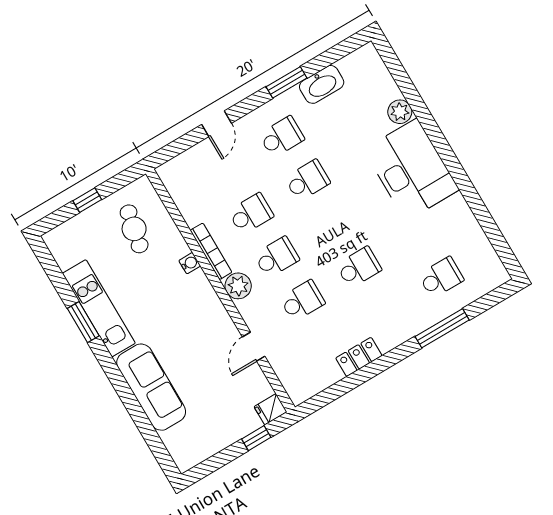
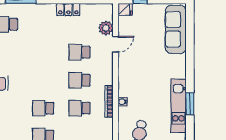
school desk: (359, 267) -> (43, 52), removed
plant: (238, 286) -> (106, 28), moved
sofa: (151, 387) -> (176, 29), moved

